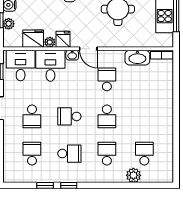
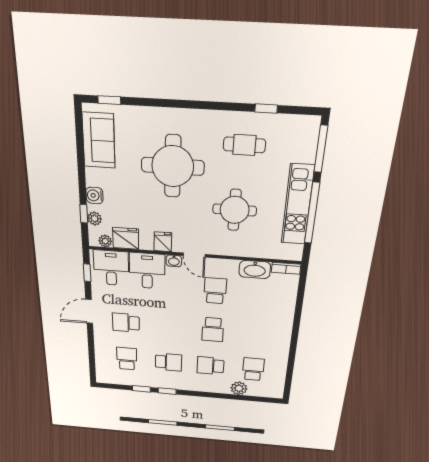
plant: (50, 42) -> (105, 241), moved
school desk: (32, 116) -> (126, 323), turned 90
school desk: (69, 116) -> (169, 326), removed
school desk: (107, 154) -> (211, 366), turned -90

